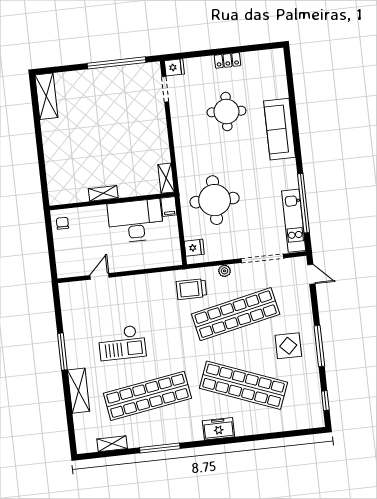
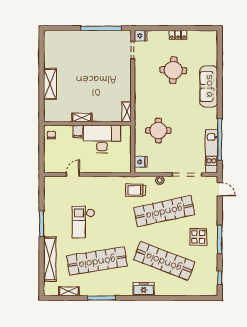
shelving: (46, 96) -> (50, 84), moved
round table: (215, 200) -> (158, 131), width x0.73, depth x0.73
filing cabinet: (169, 207) -> (78, 132), moved
checkout: (122, 343) -> (83, 222), turned 90
shelving: (79, 391) -> (50, 259), width x1.47

